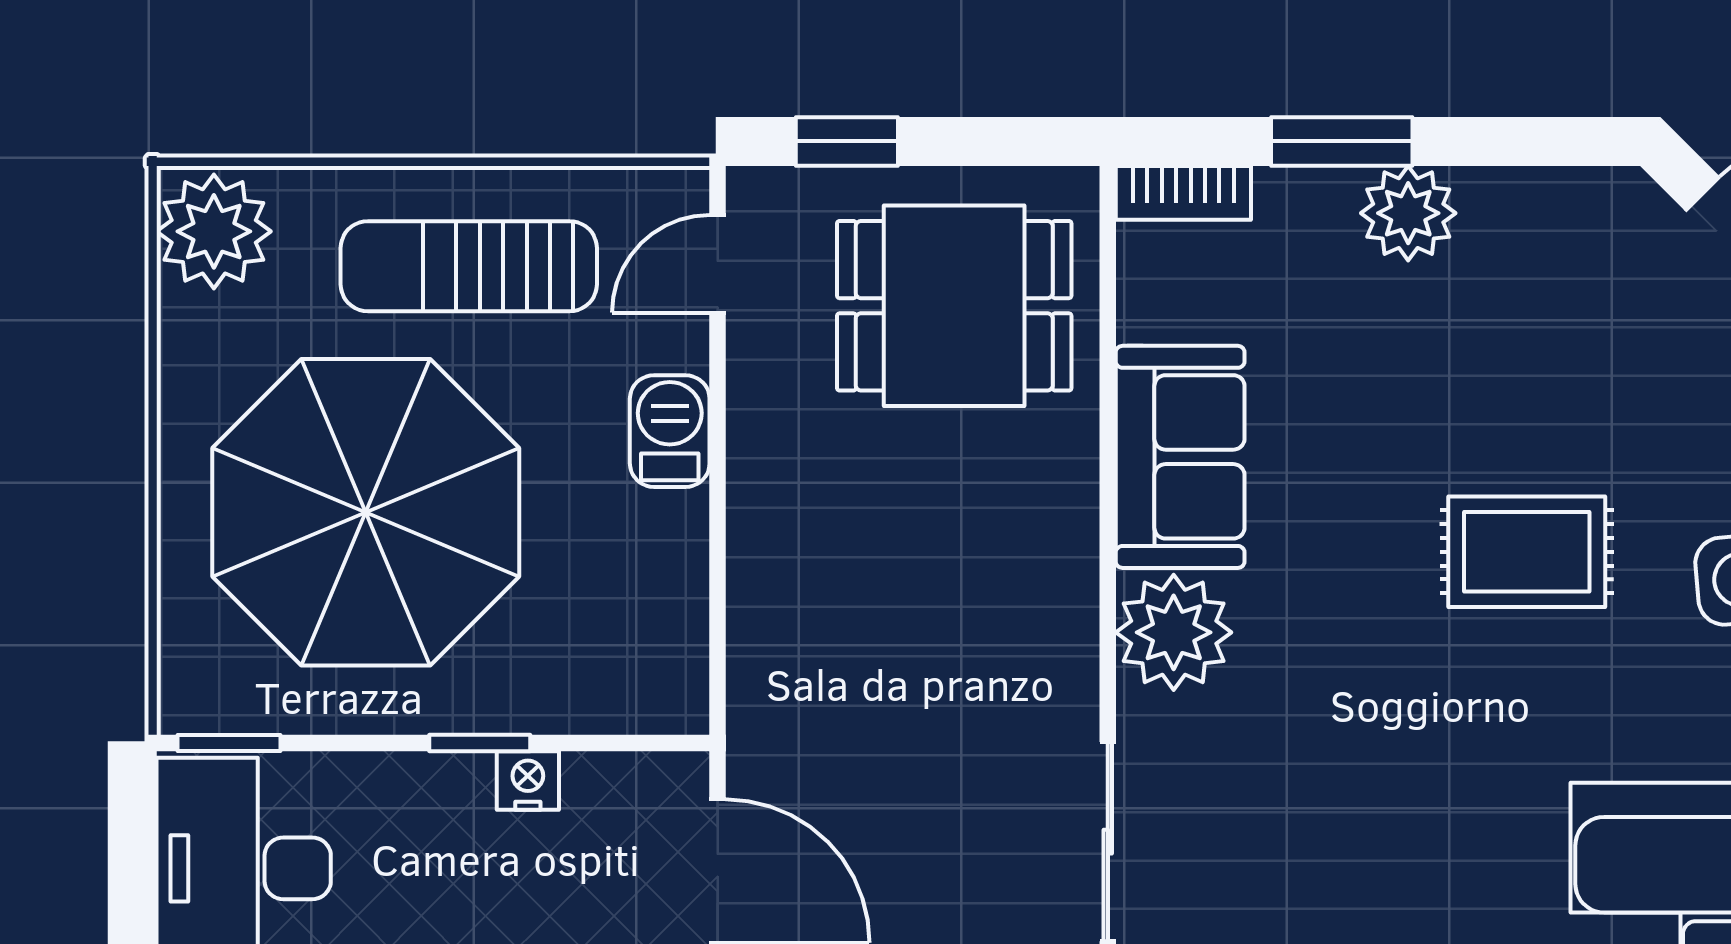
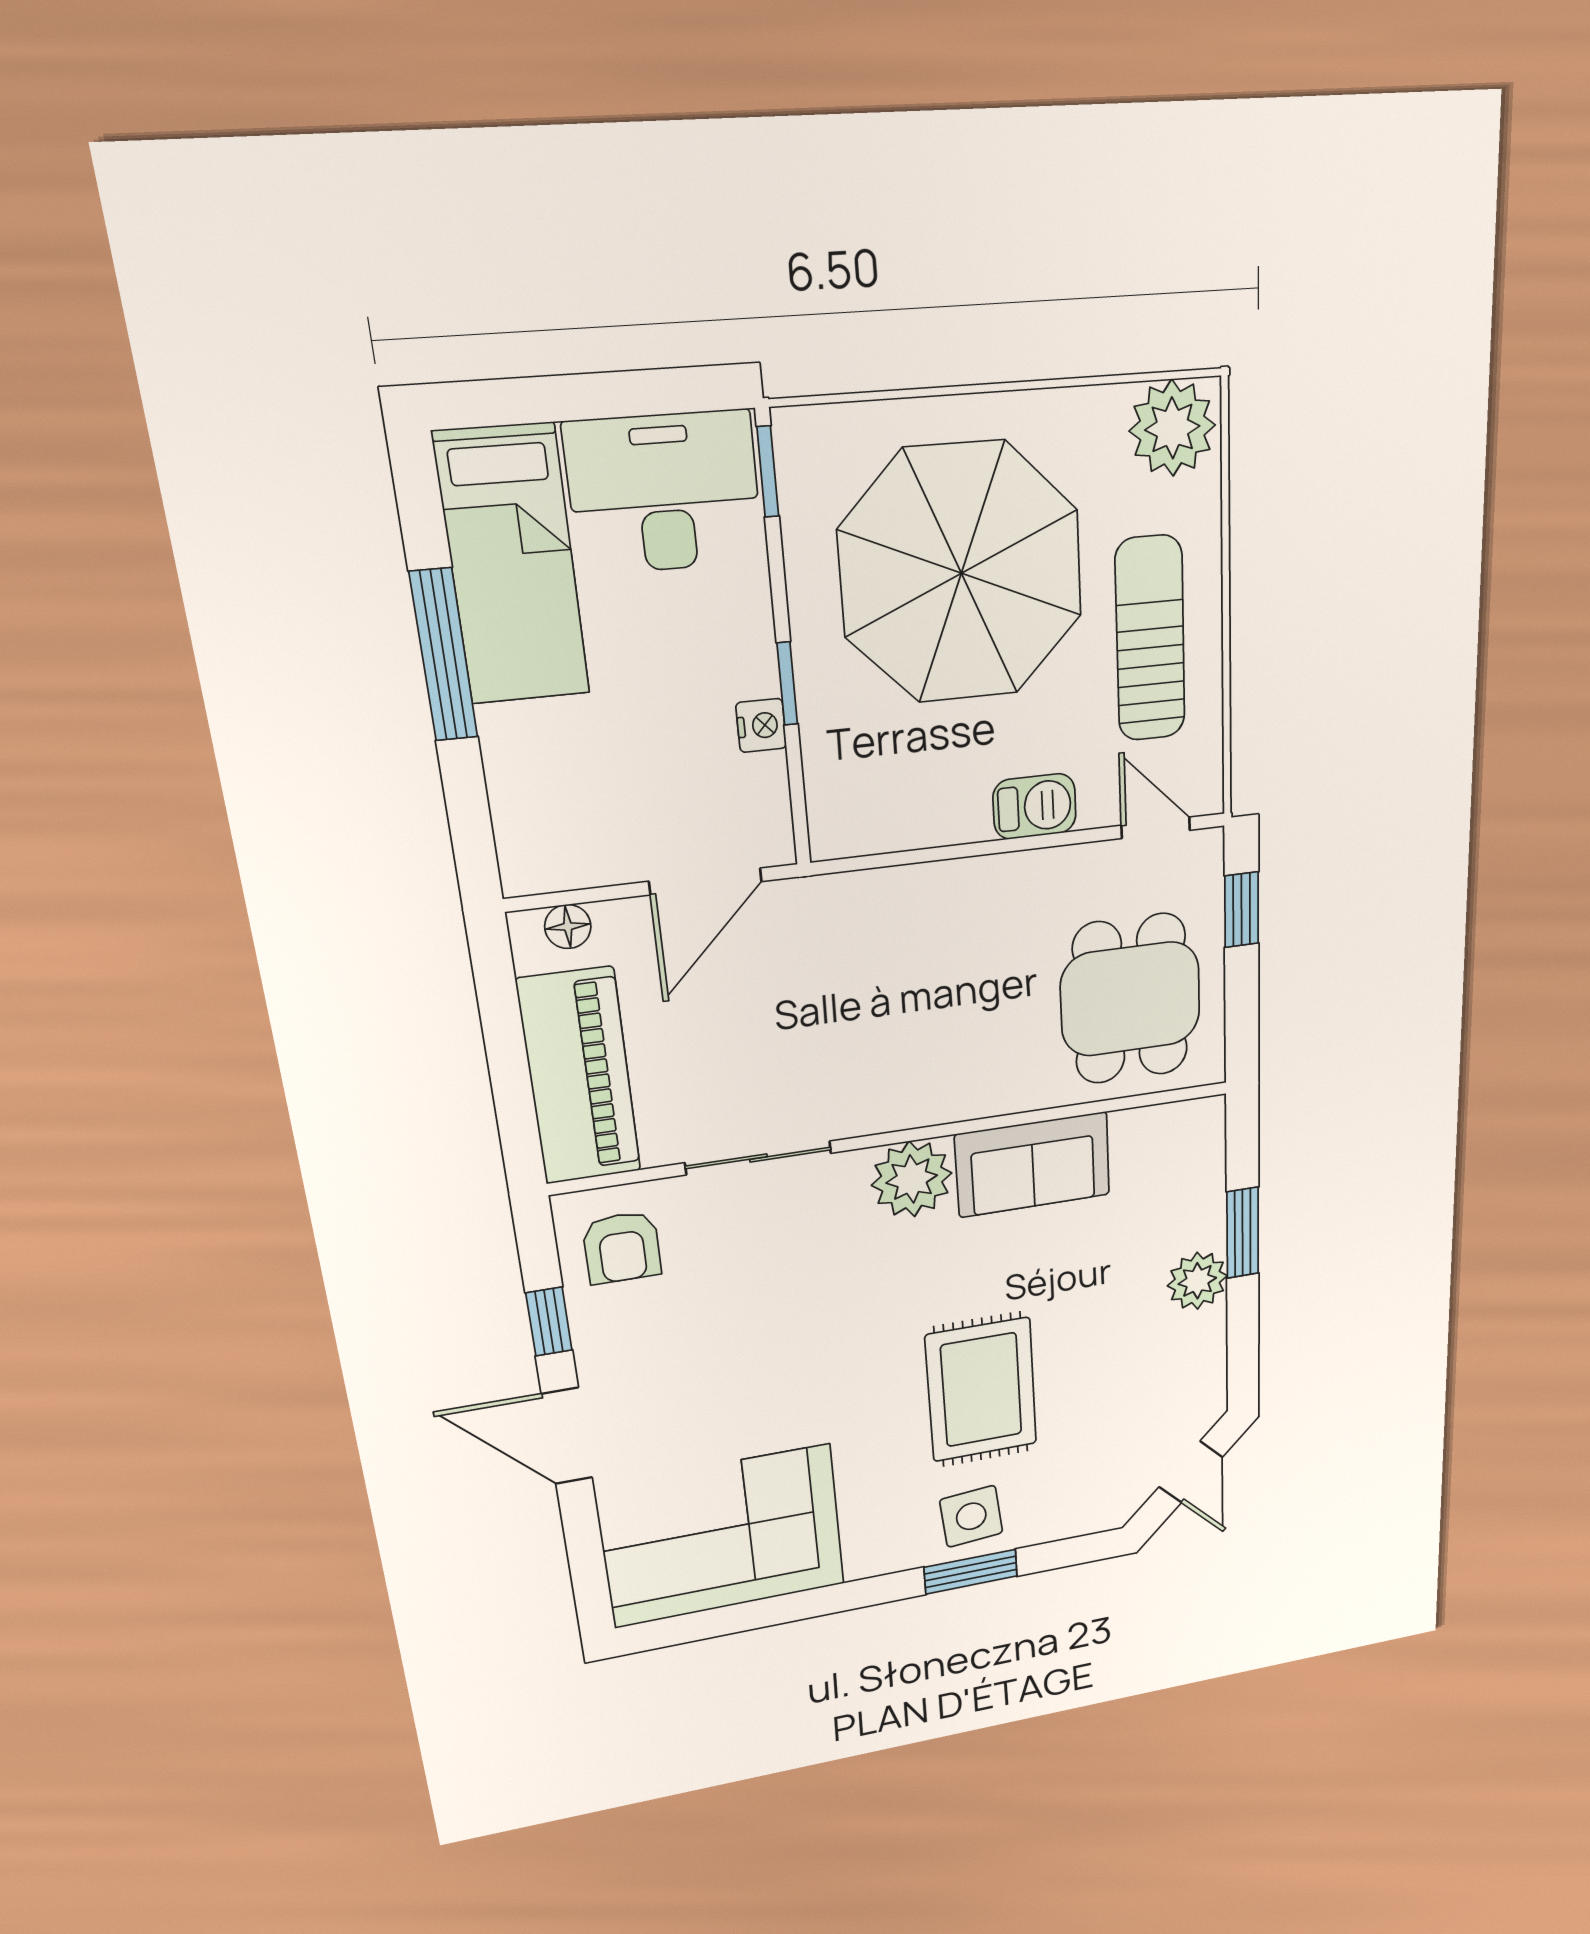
bookcase: (1183, 193) -> (1209, 1139), removed
rug: (1527, 552) -> (981, 1390), width x1.36, depth x1.43

